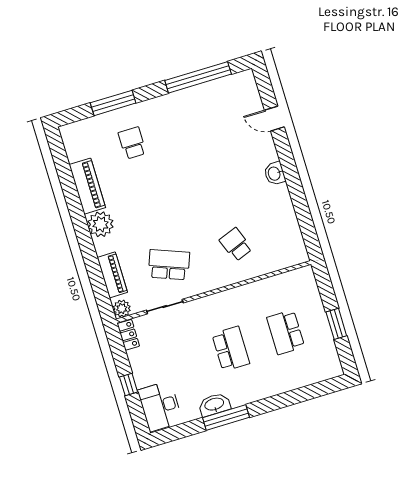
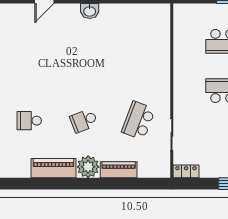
school desk: (236, 244) -> (84, 121), moved
piano: (112, 275) -> (119, 170), moved
plant: (122, 309) -> (163, 170), removed

